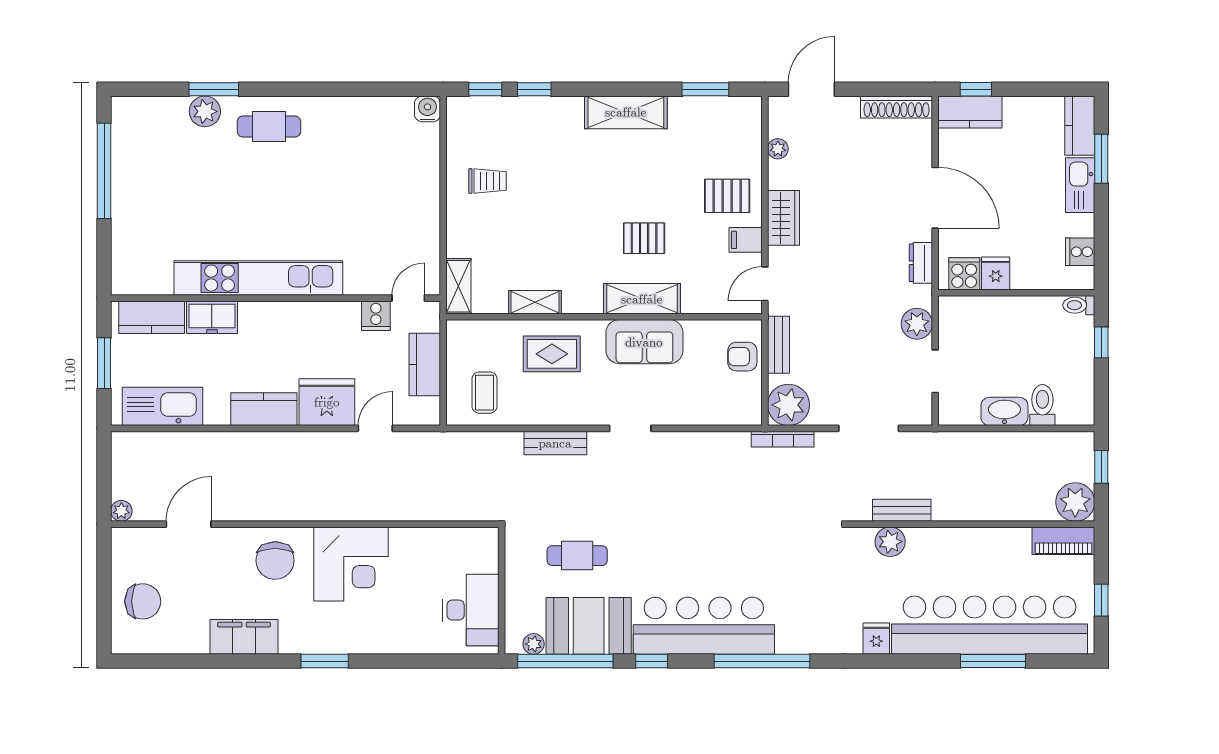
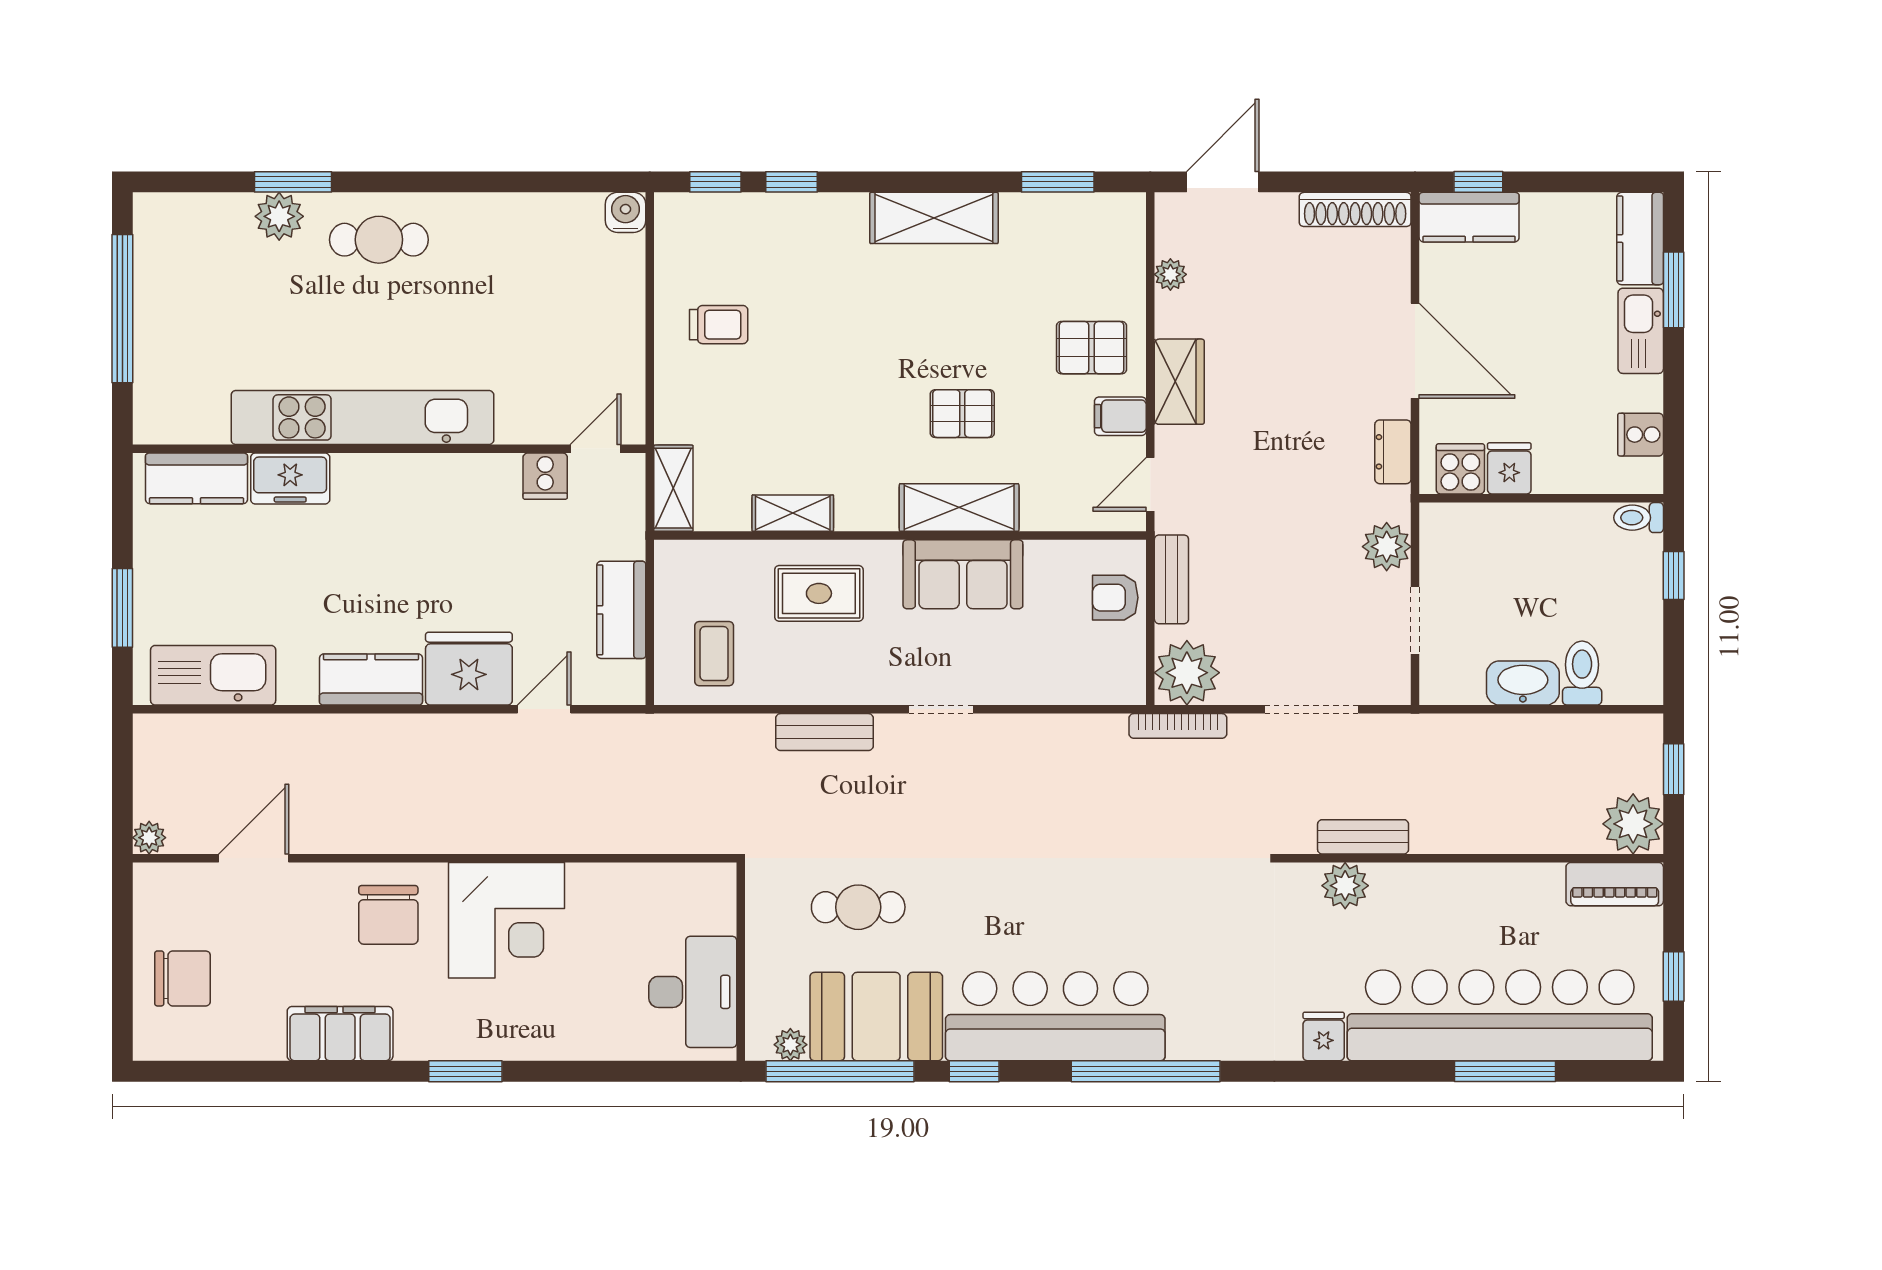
kitchen unit: (258, 278) -> (362, 417), moved
wall: (276, 298) -> (389, 449), moved
door: (408, 298) -> (595, 449), moved
cooker: (376, 316) -> (545, 476), moved
kitchen counter: (152, 317) -> (196, 478), moved
freezer: (212, 317) -> (290, 478), moved

